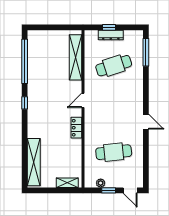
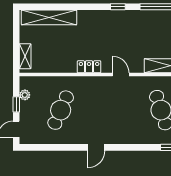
cafe table: (114, 152) -> (61, 110), turned 30

